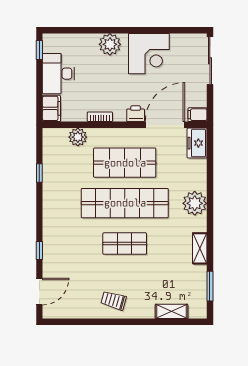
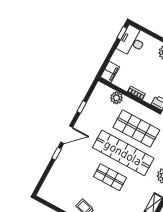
desk: (58, 74) -> (132, 41), moved
door: (39, 292) -> (67, 135), moved

